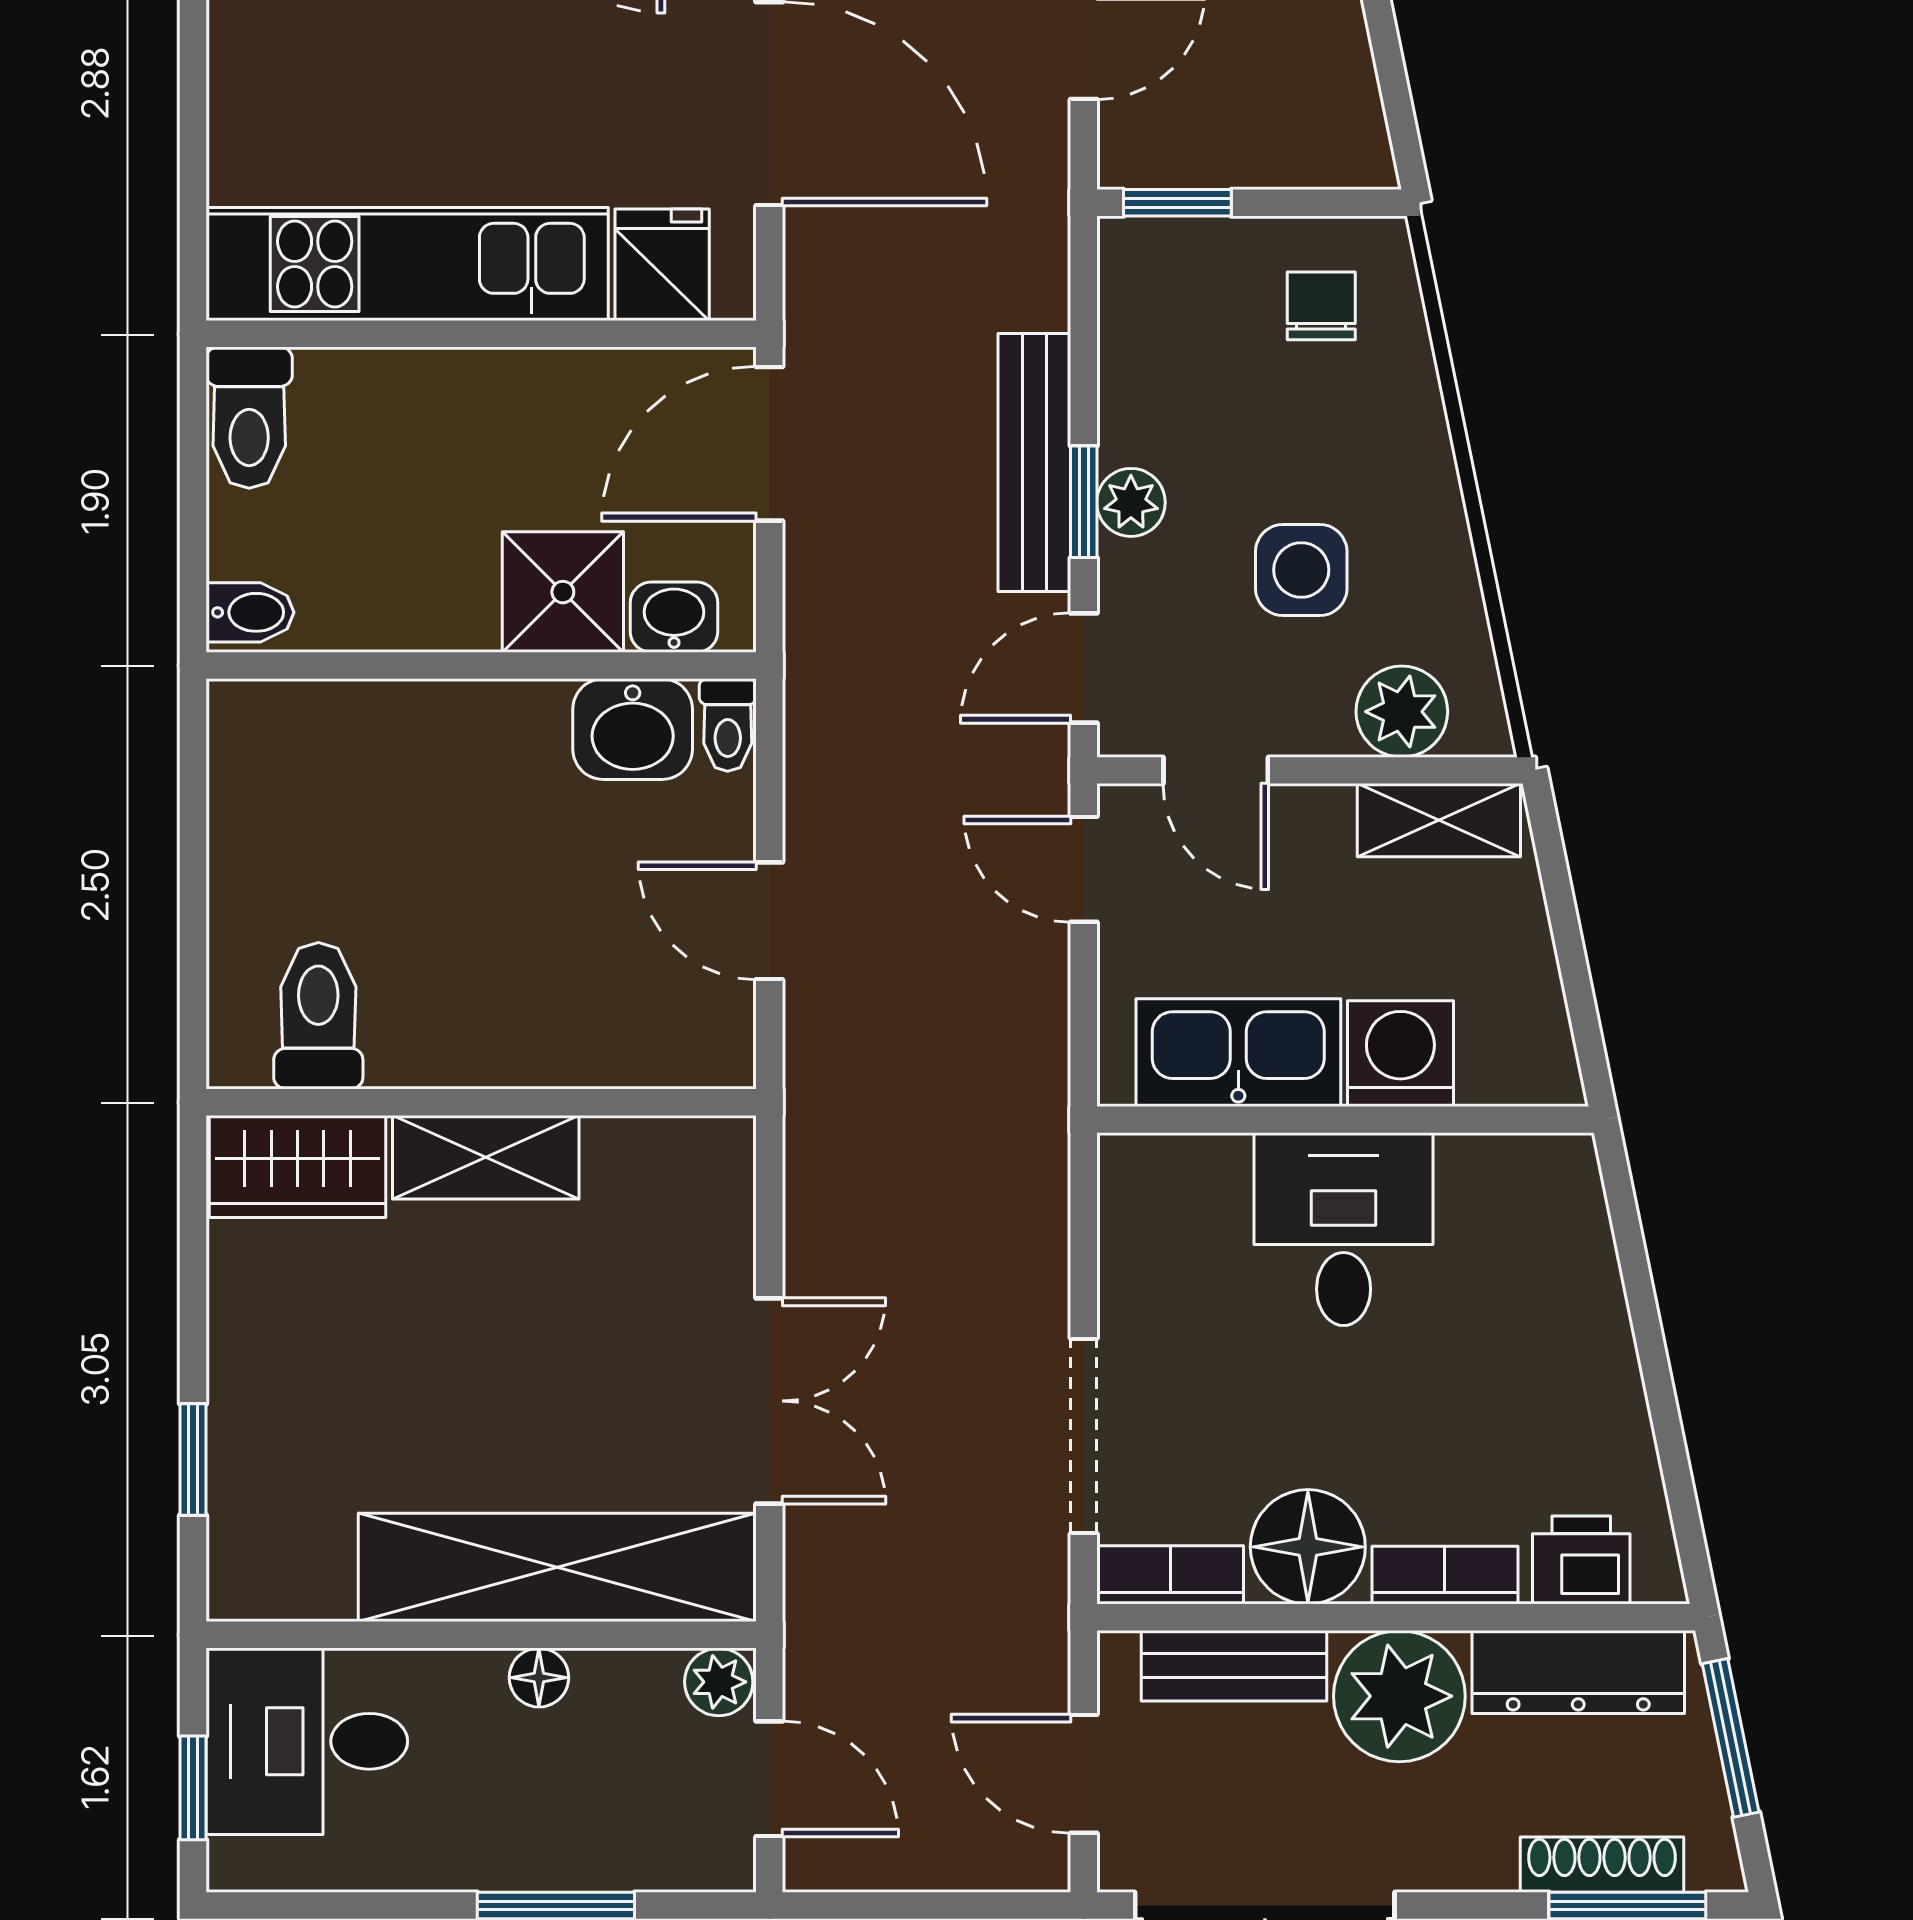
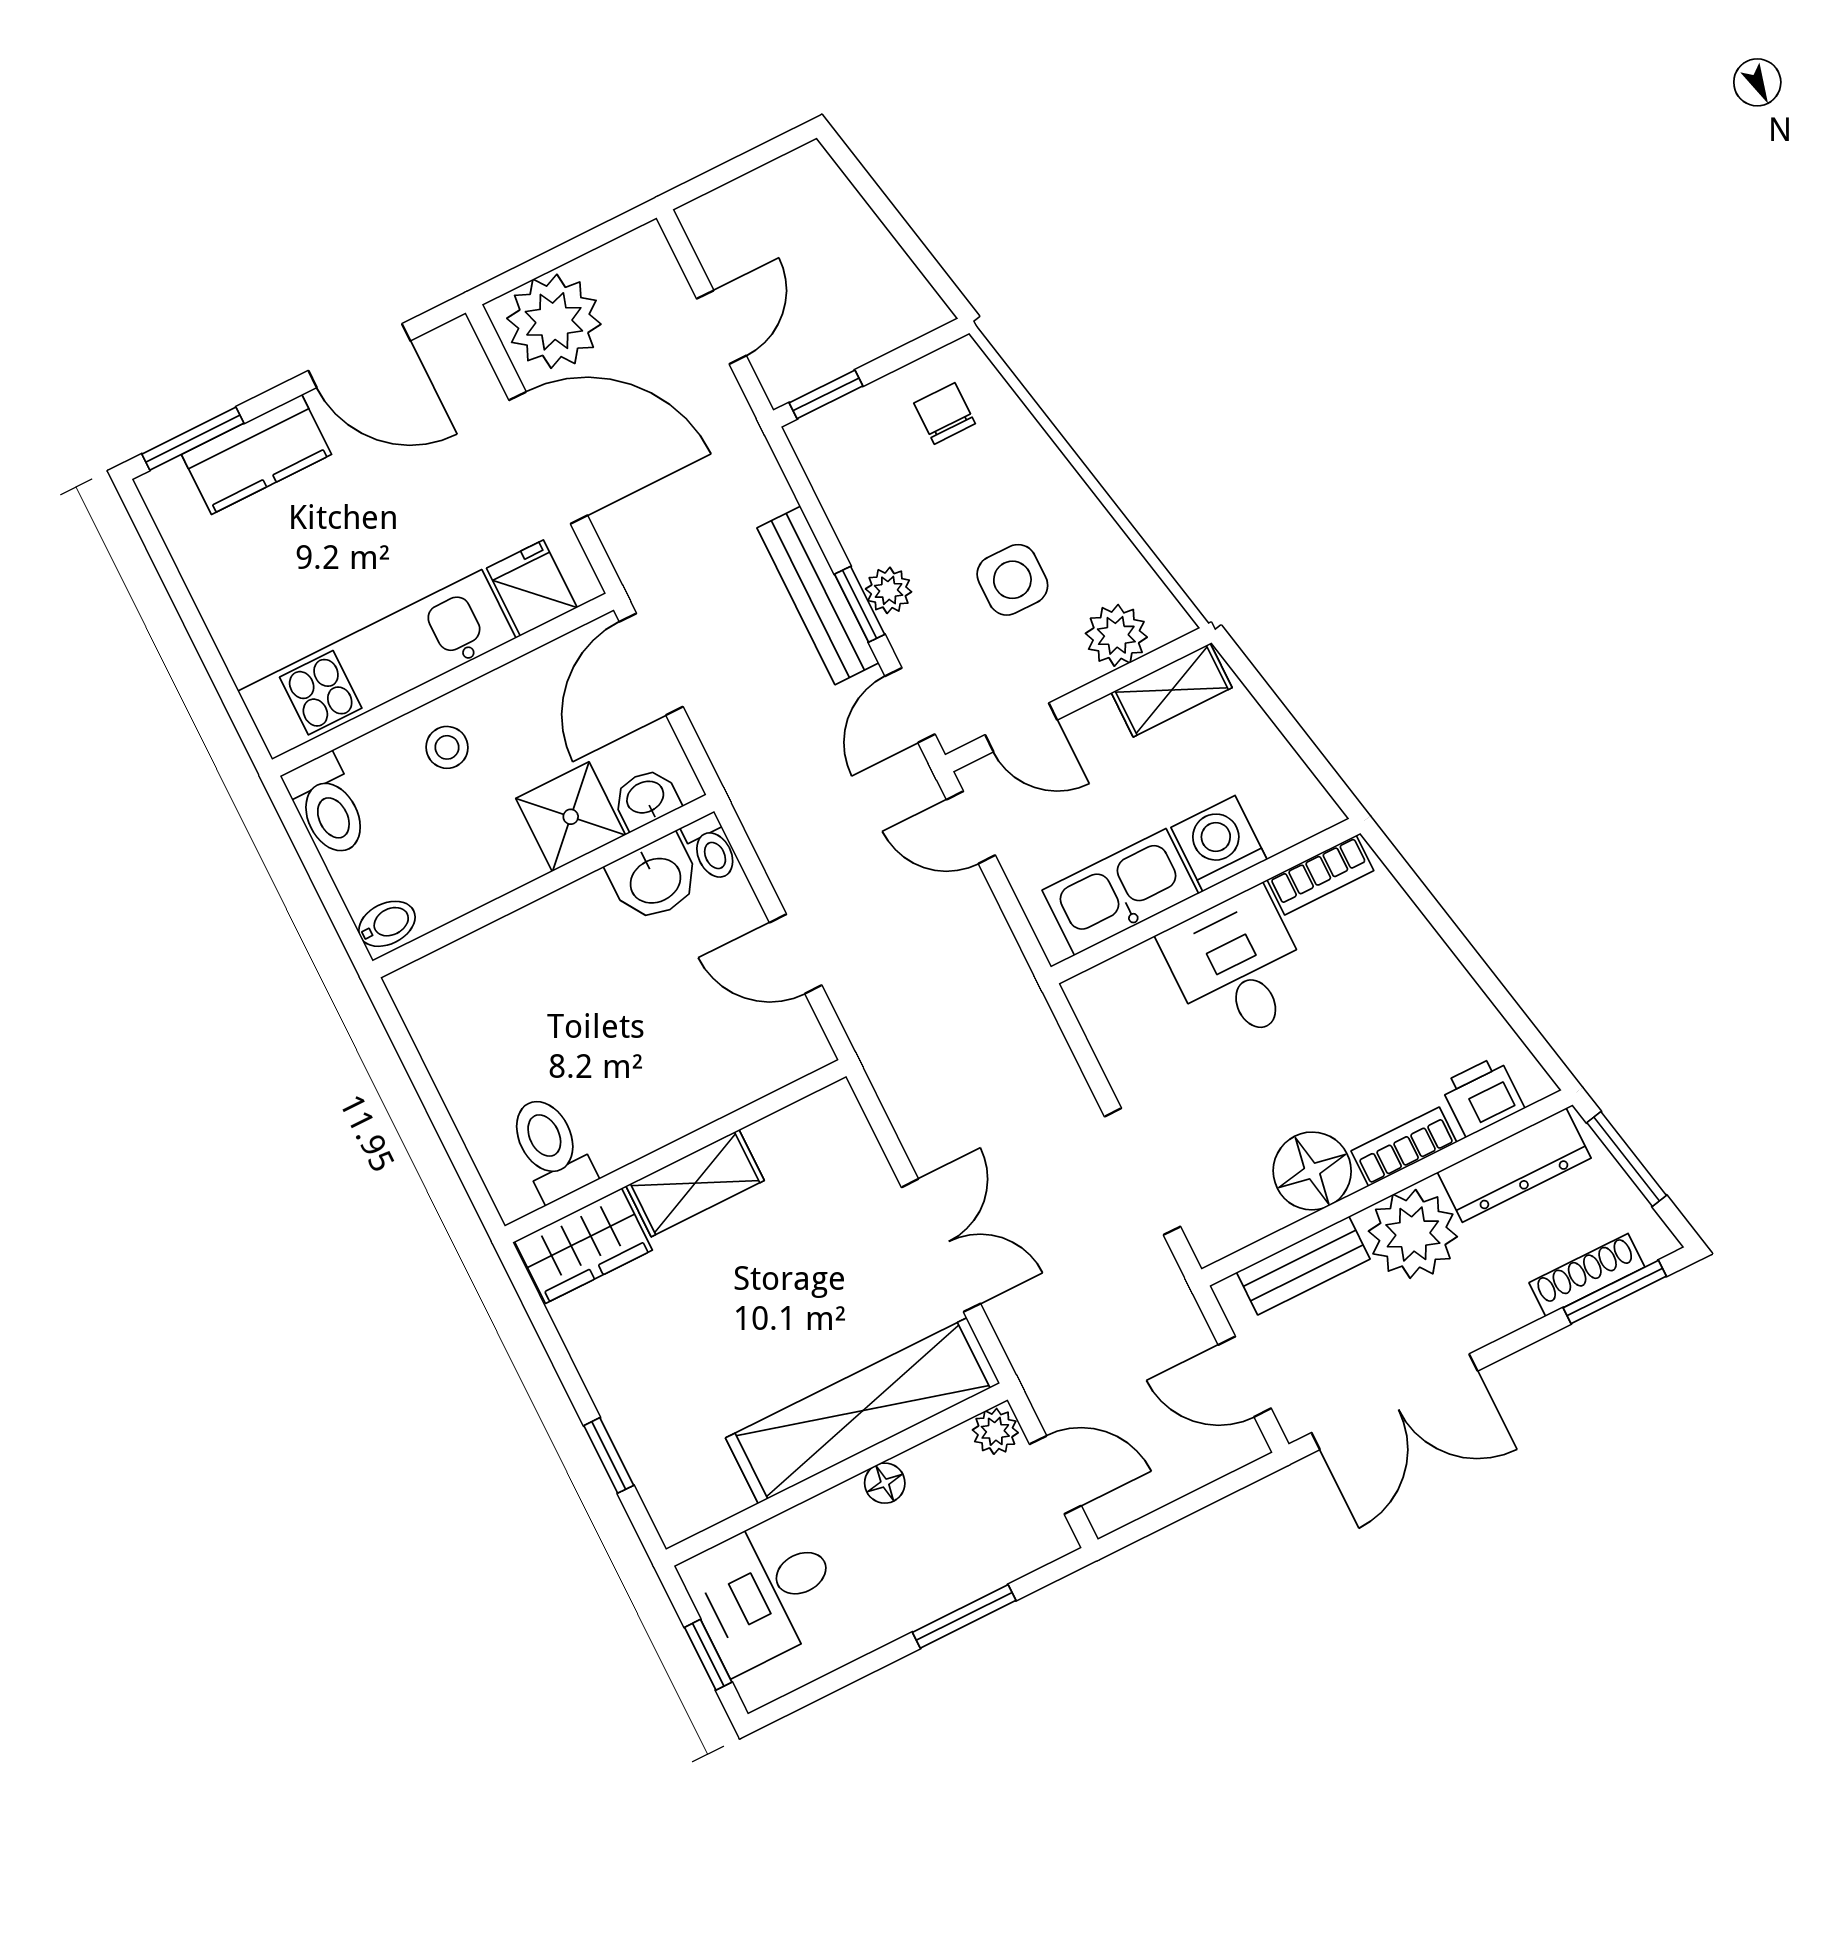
stool: (445, 419) -> (447, 747), added
bookcase: (1170, 1575) -> (1320, 875), moved, turned 180

